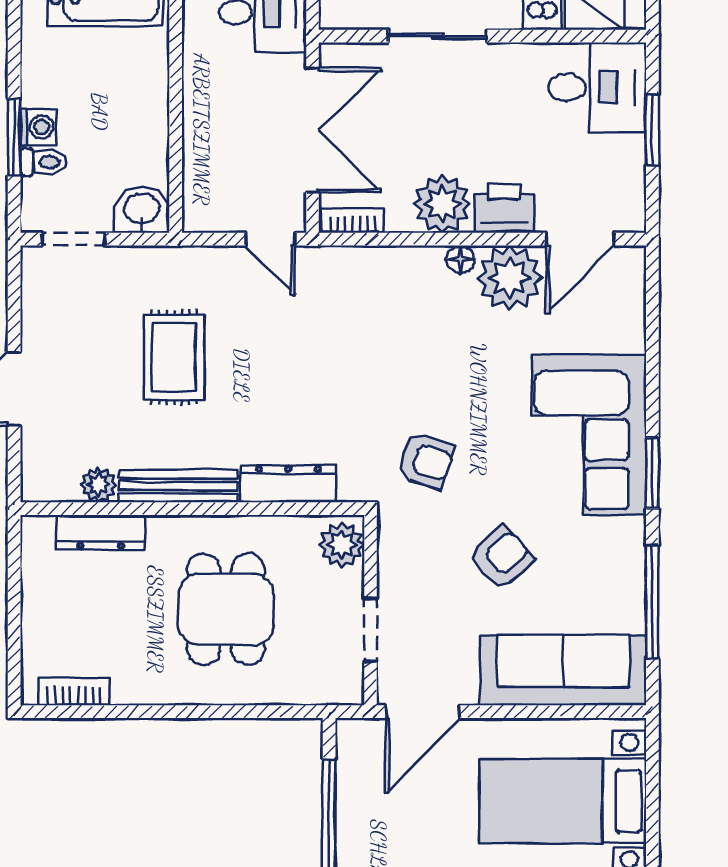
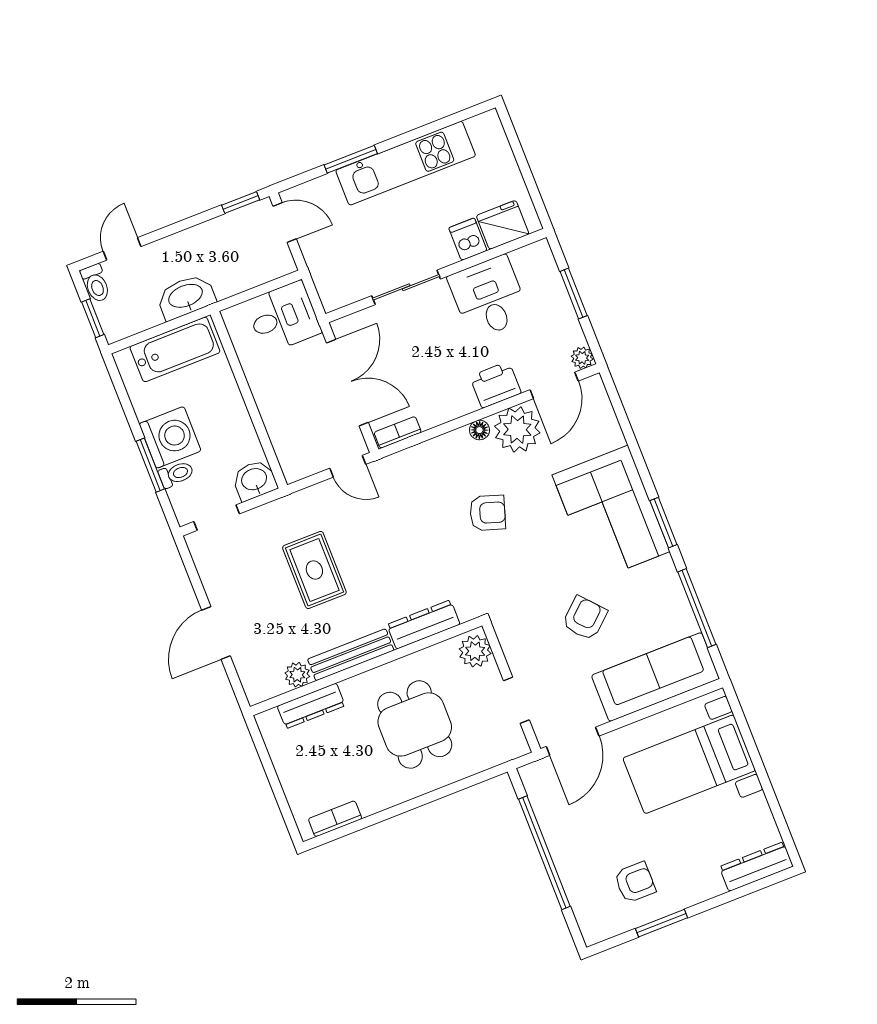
desk: (597, 88) -> (489, 297), moved, turned -90
washing machine: (38, 127) -> (170, 437), width x1.89, depth x1.89
plant: (442, 204) -> (582, 358), moved, width x0.53, depth x0.53
armchair: (426, 461) -> (488, 513), moved

